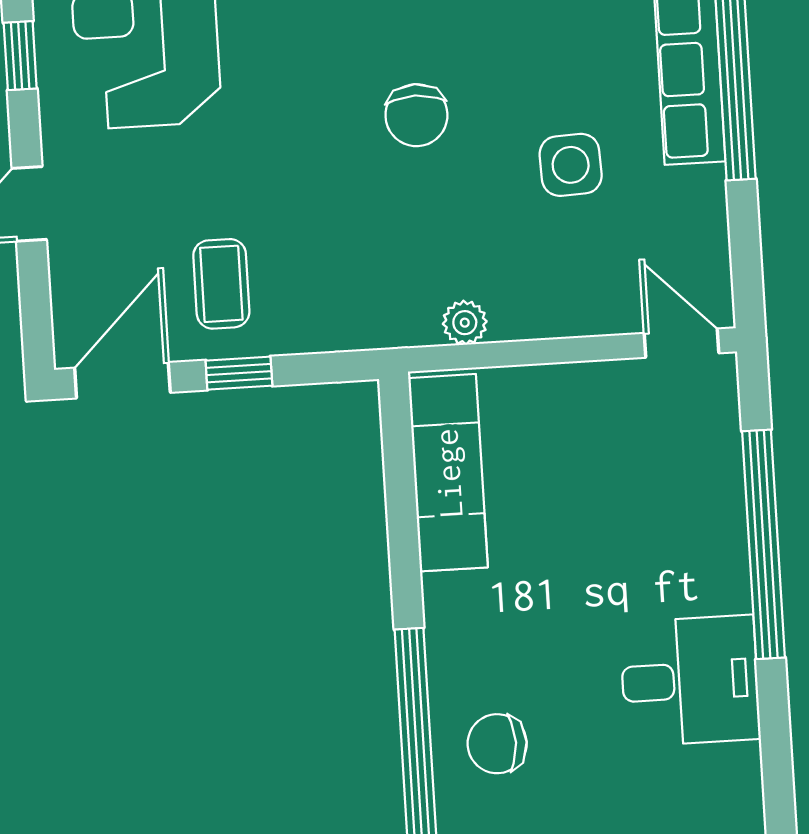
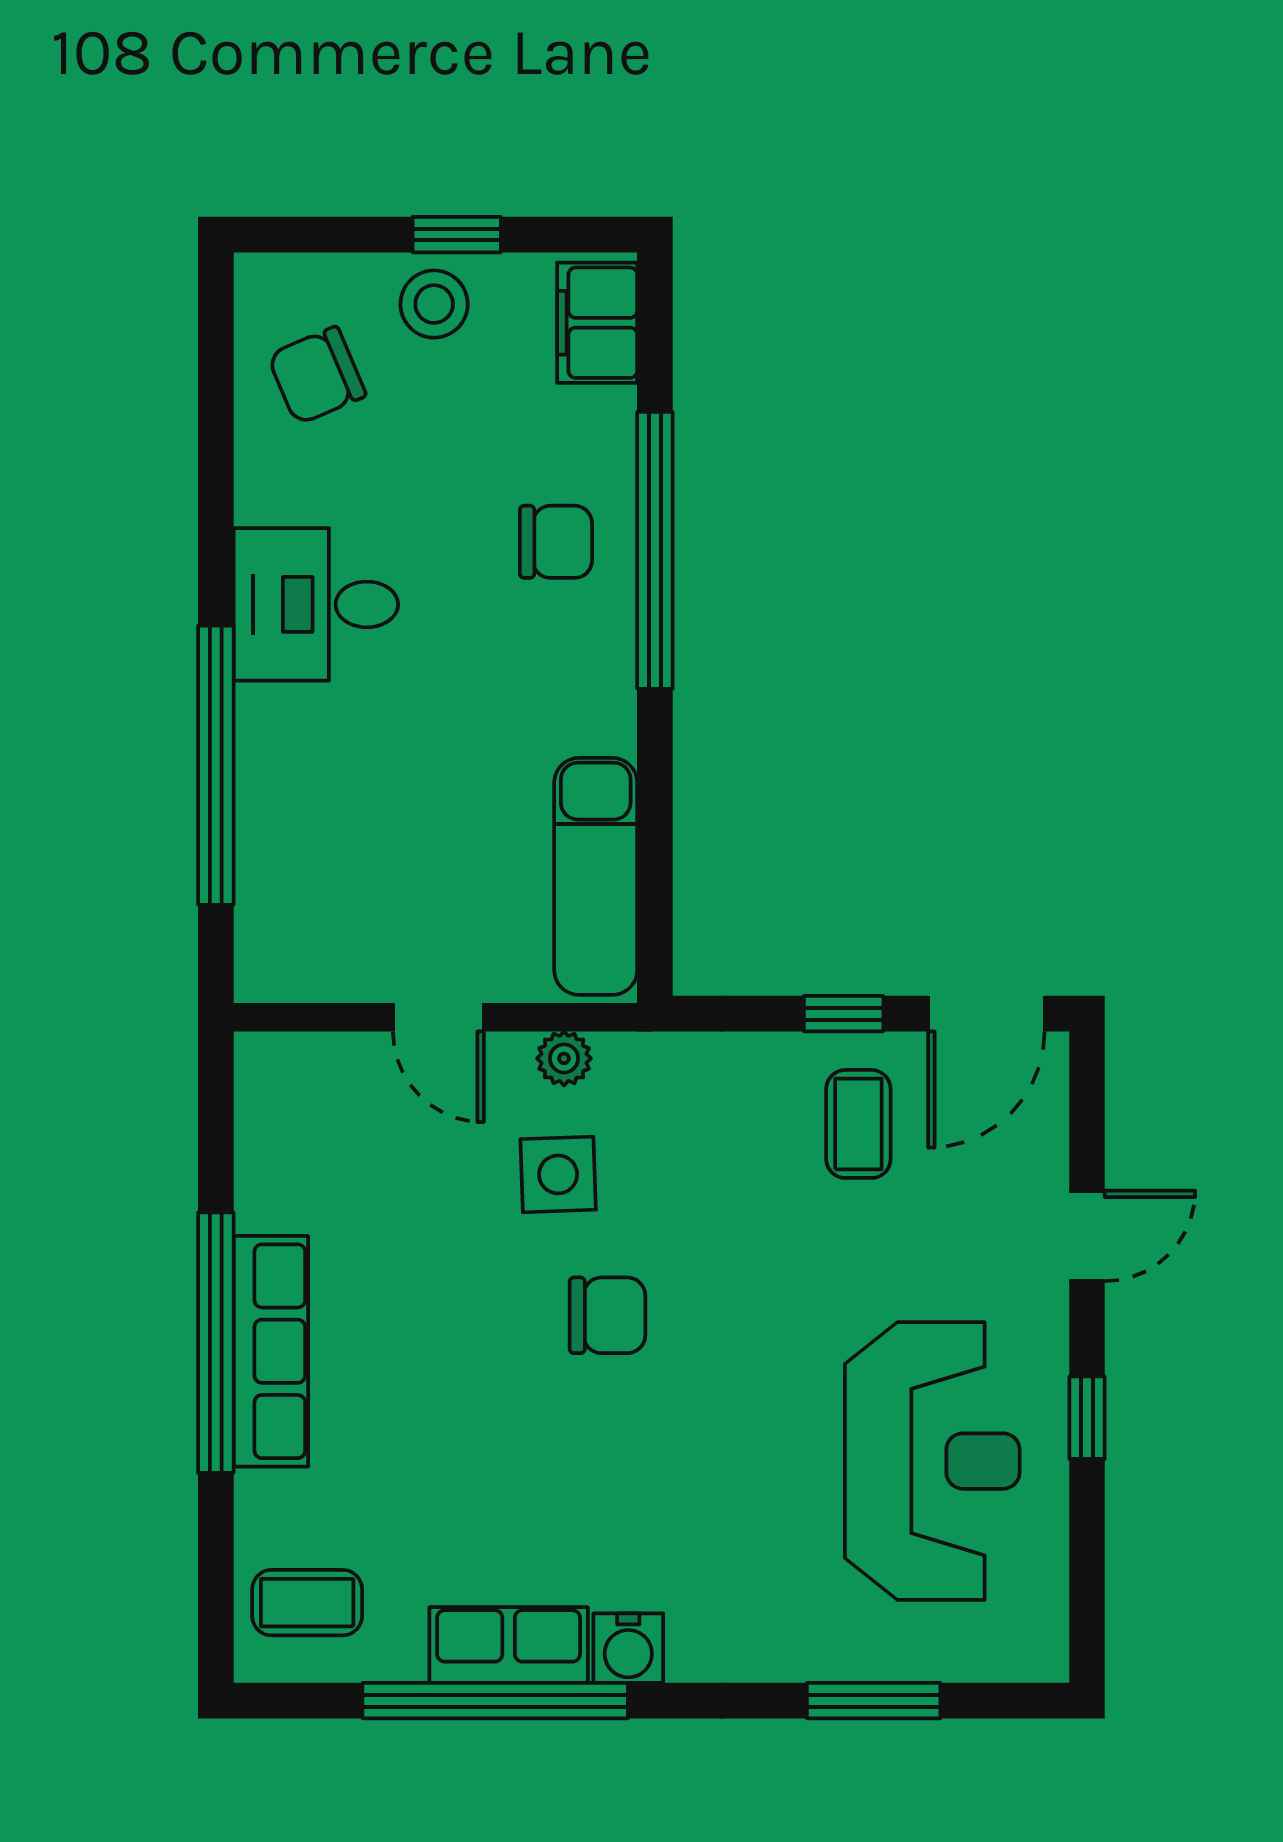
chair: (416, 115) -> (608, 1315), turned 90
side table: (571, 165) -> (558, 1174), moved
door: (682, 343) -> (438, 1017), moved

